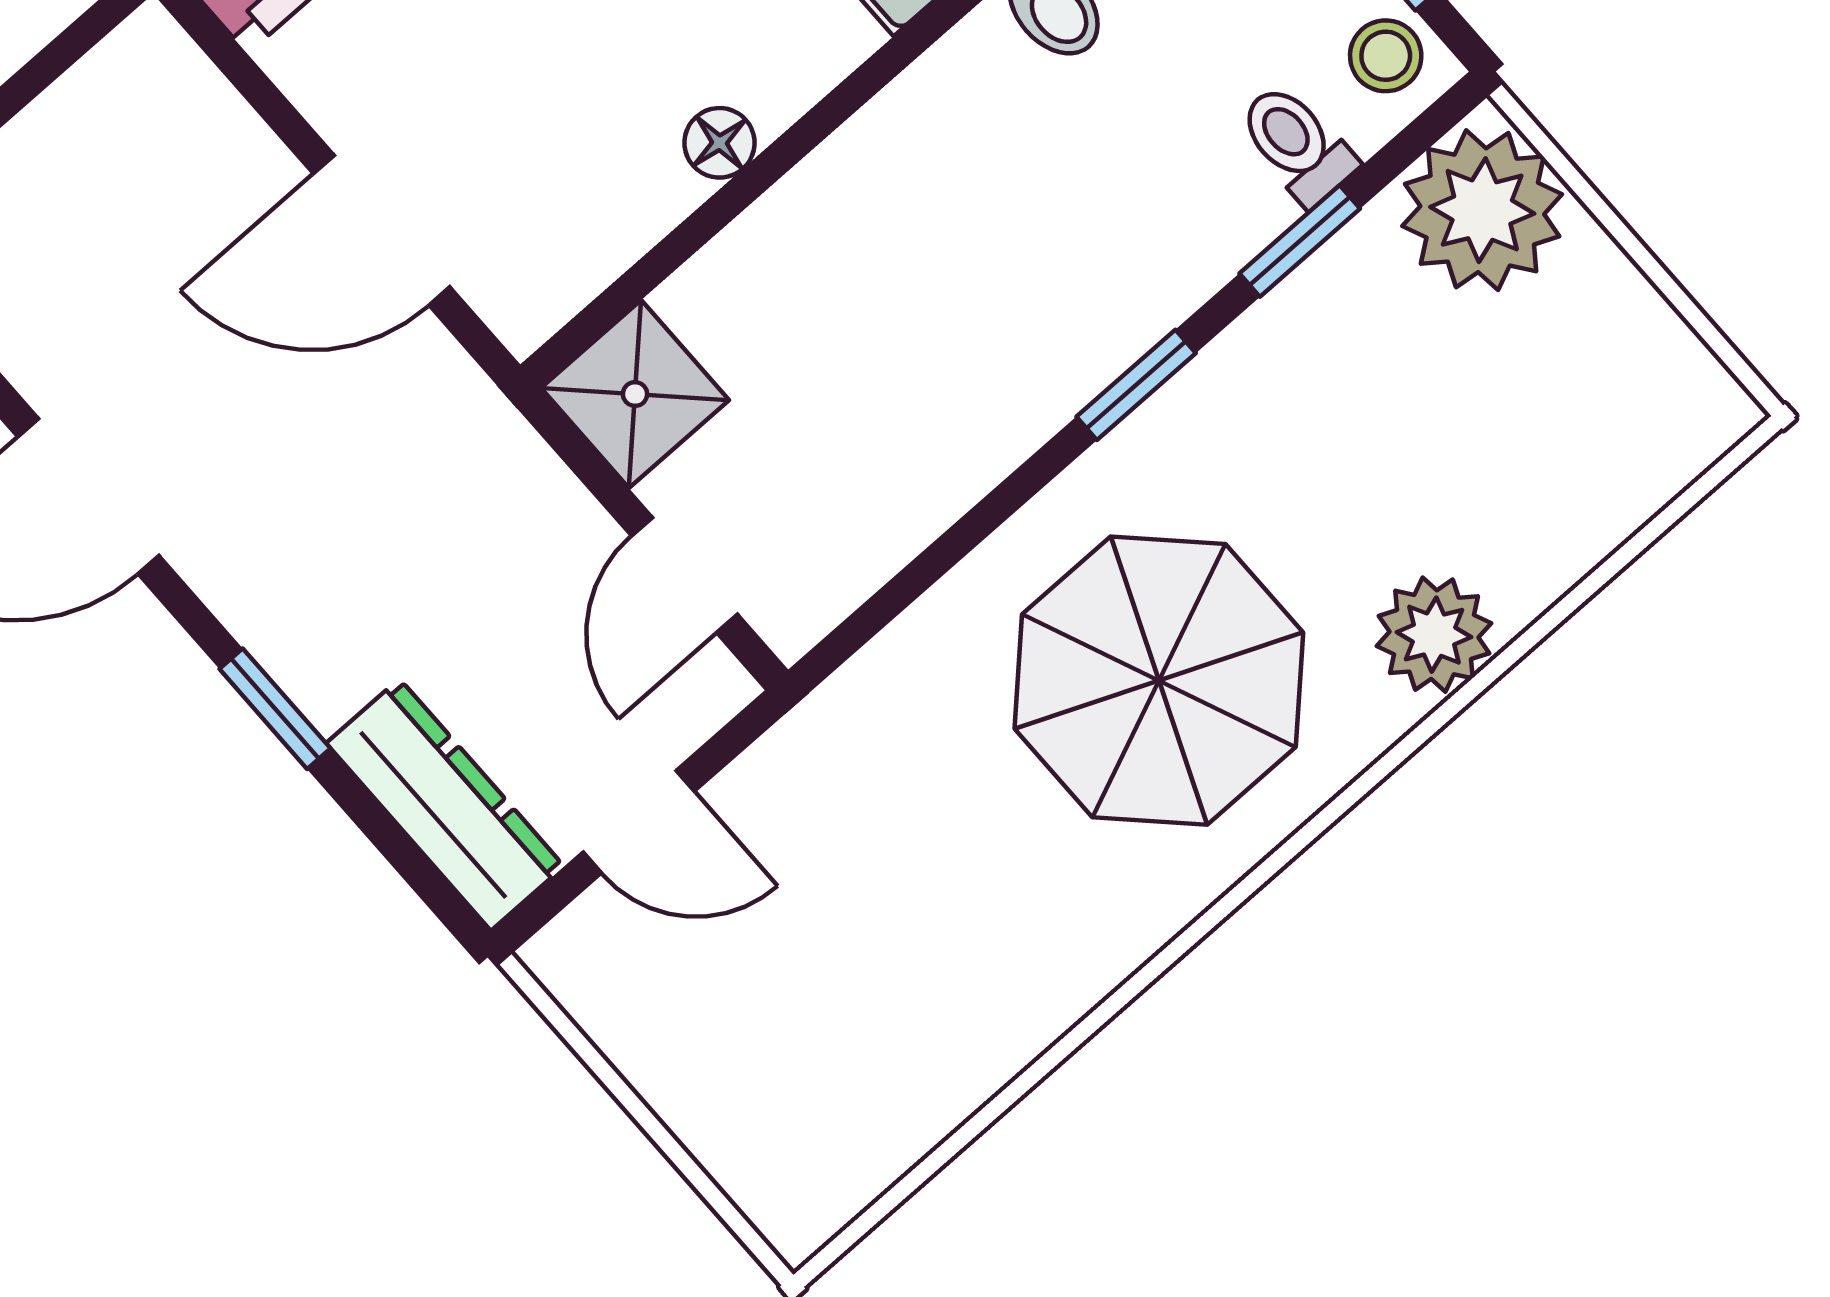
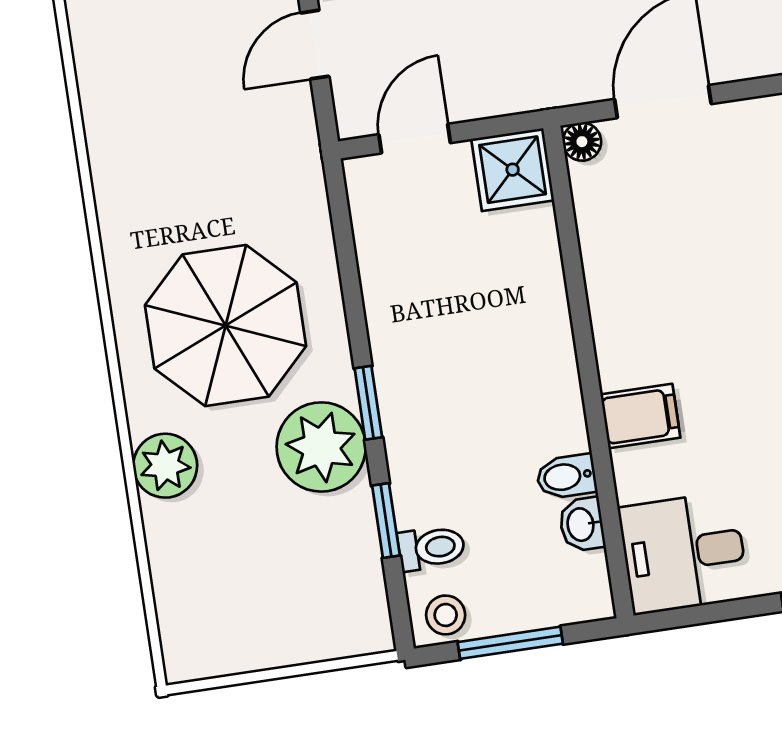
floor lamp: (720, 143) -> (582, 142), moved
plant: (1482, 210) -> (321, 447), moved
door: (684, 575) -> (415, 139), hinge flipped

